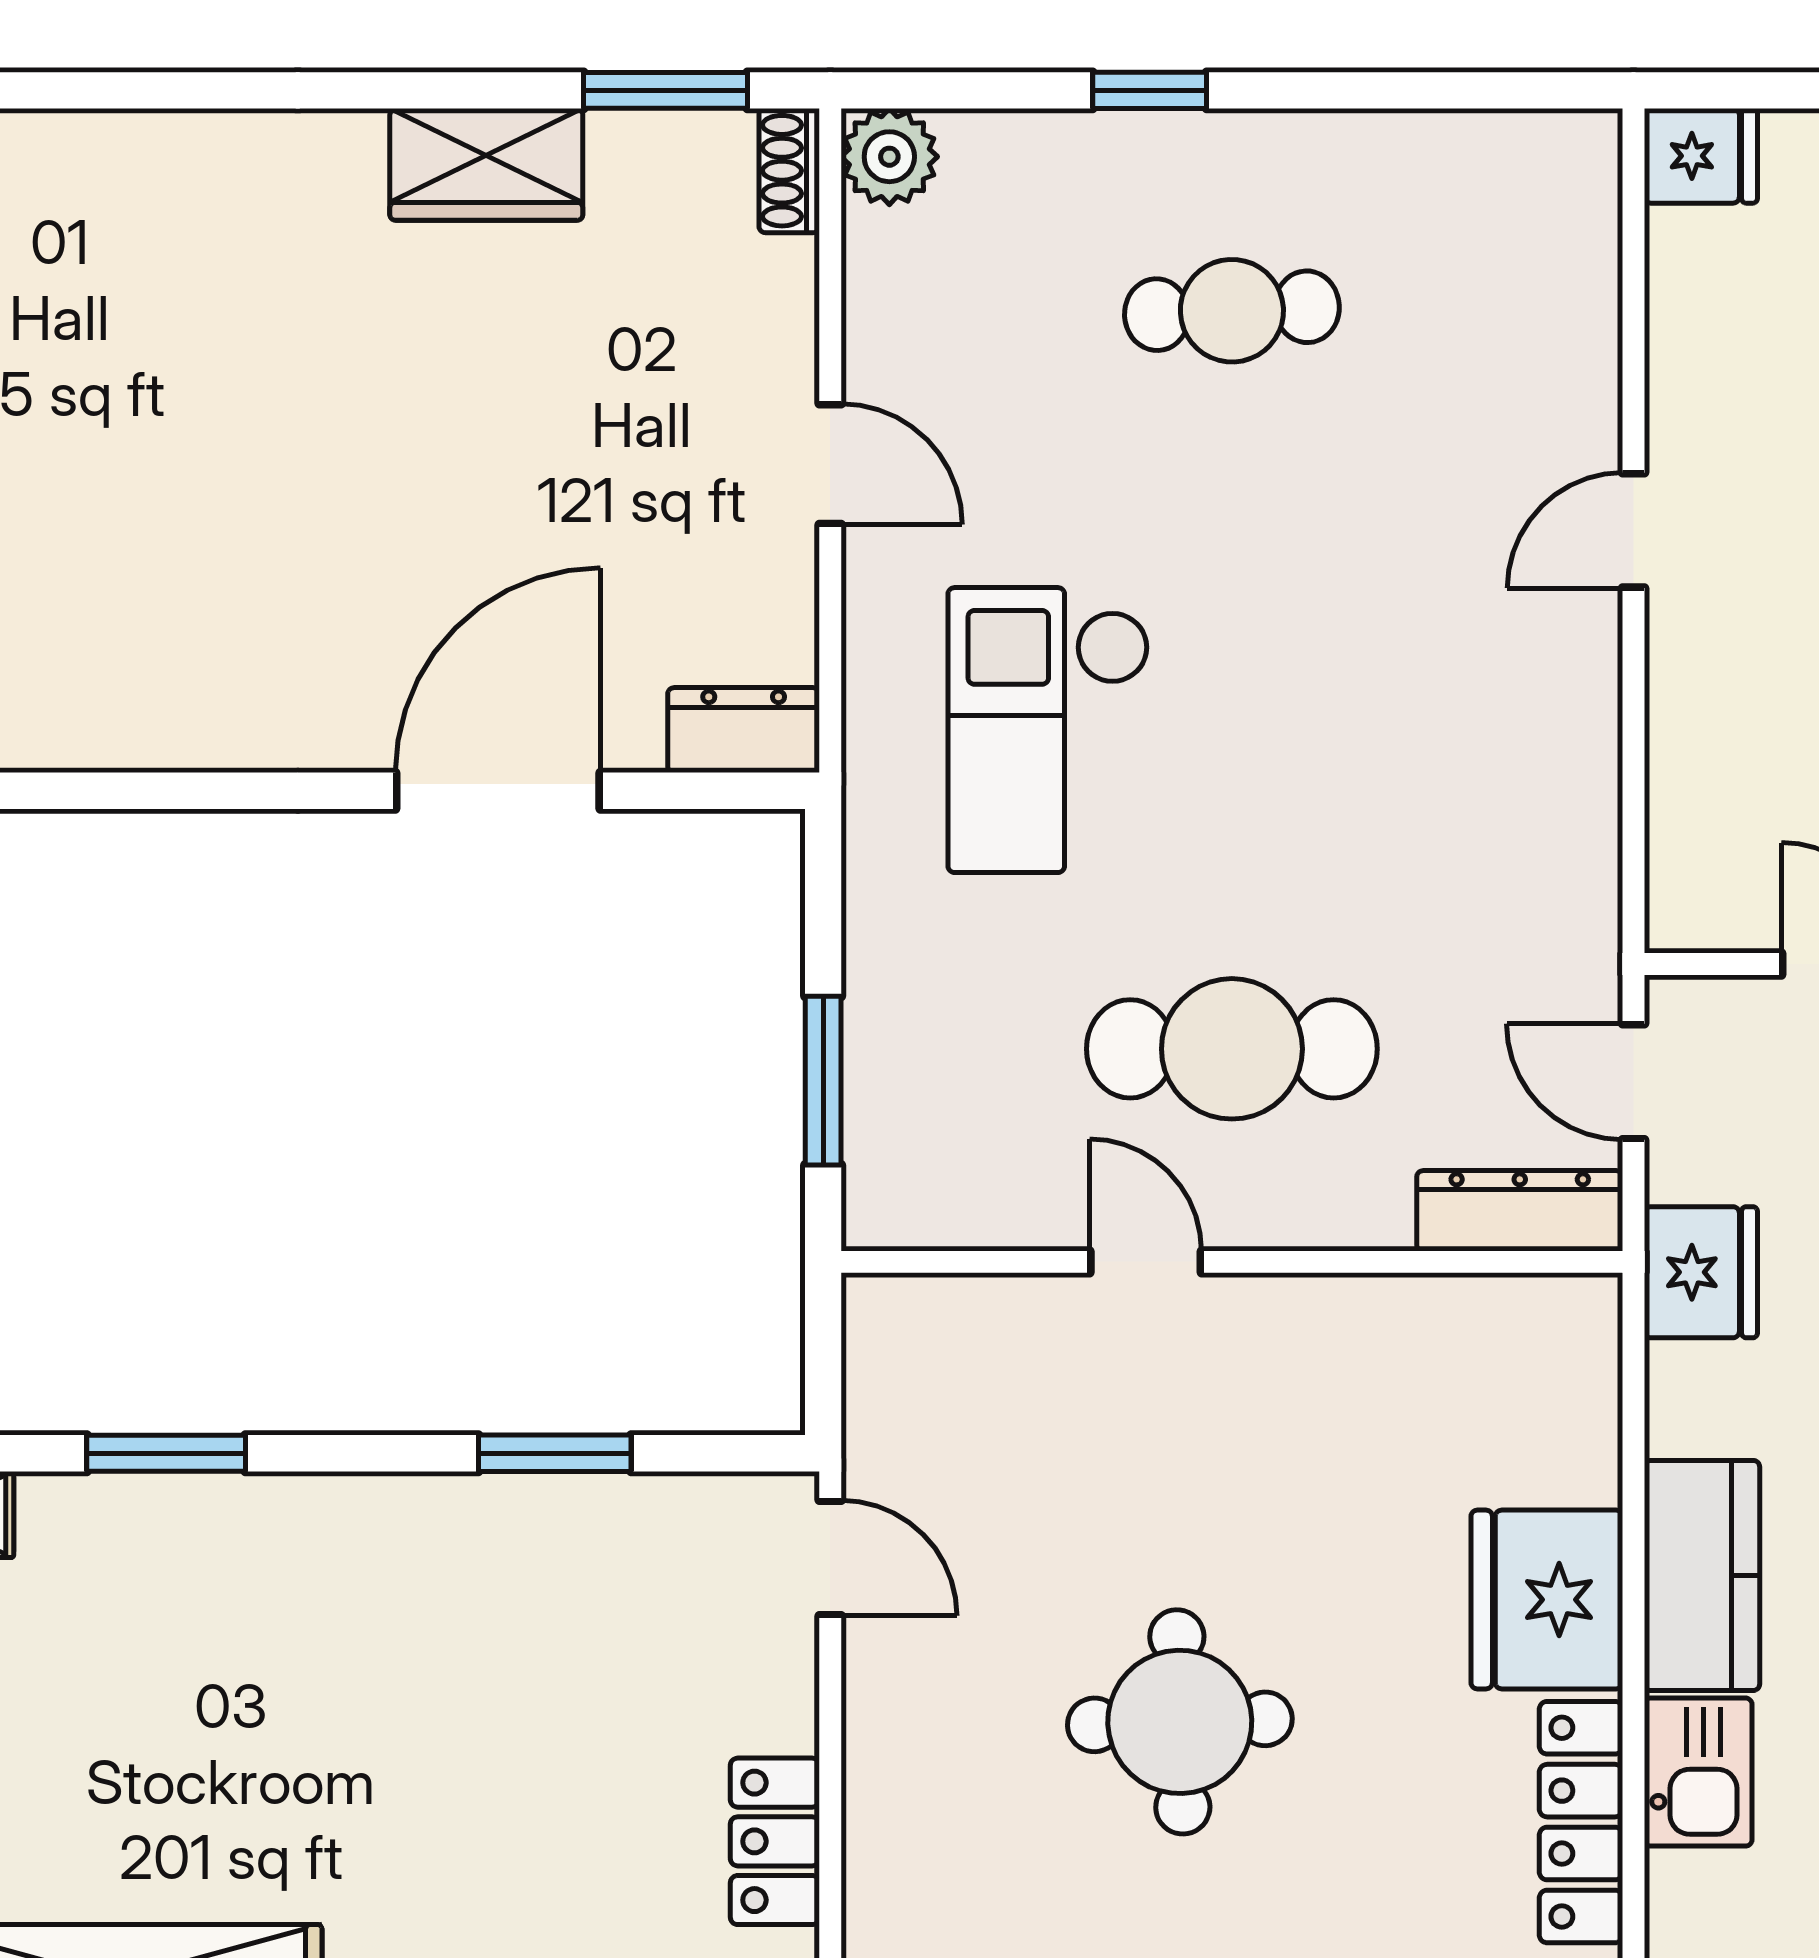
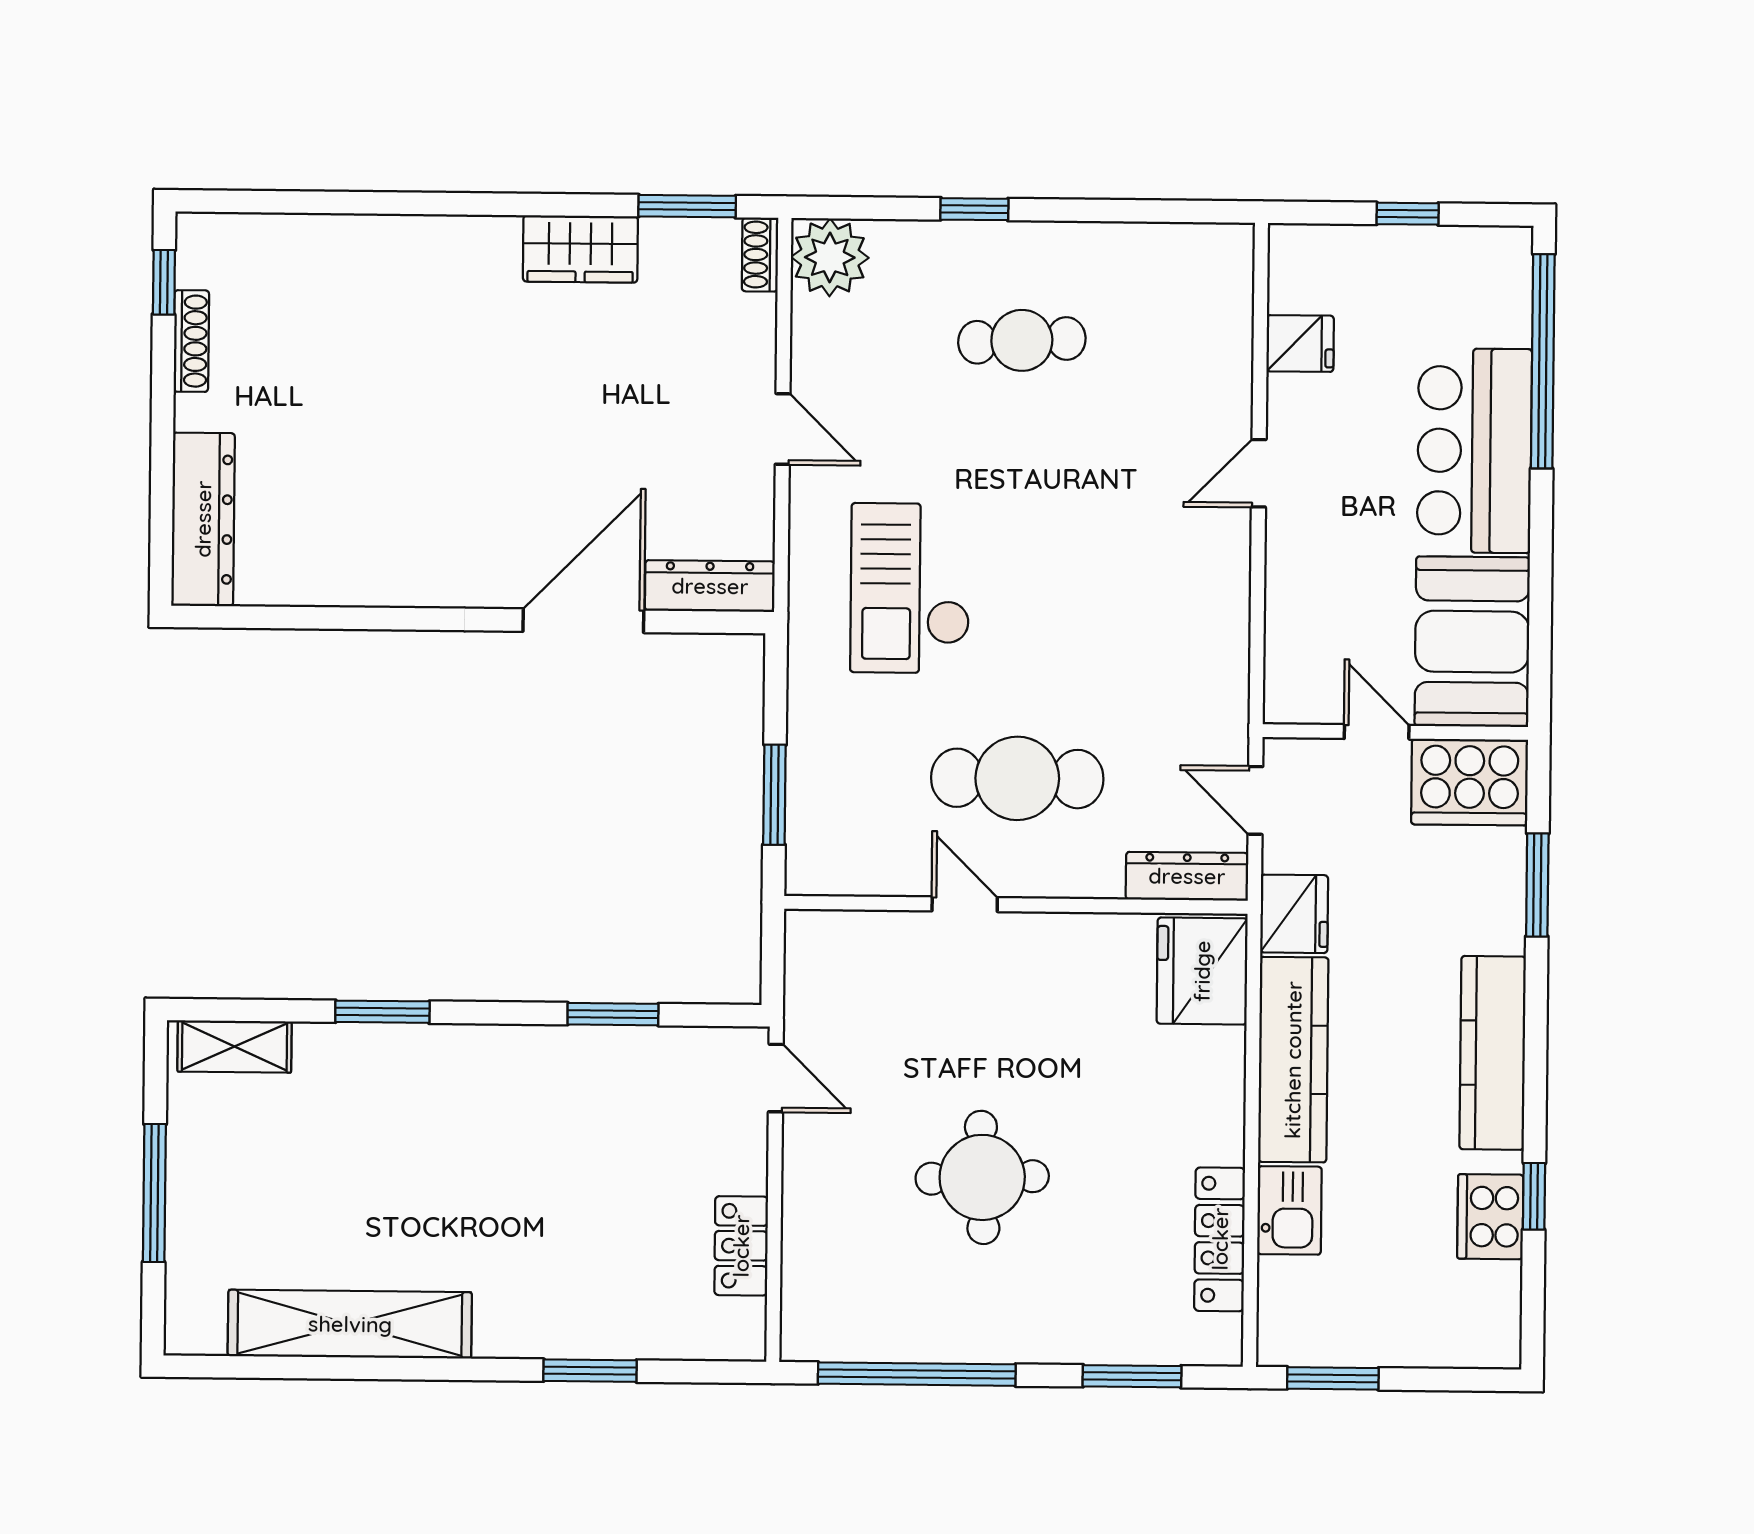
fridge: (1701, 156) -> (1300, 343), moved
plant: (889, 157) -> (830, 257), width x1.36, depth x1.36
dresser: (744, 730) -> (710, 586), width x1.44
kitchen counter: (1702, 1575) -> (1293, 1060), width x1.50
fridge: (1547, 1600) -> (1202, 971), moved

